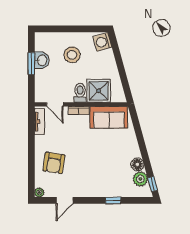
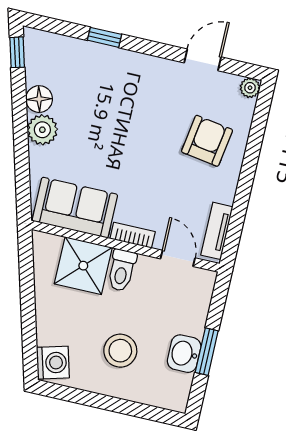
plant: (140, 179) -> (42, 130), moved

